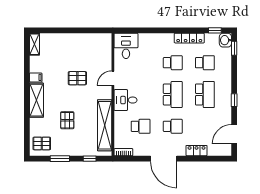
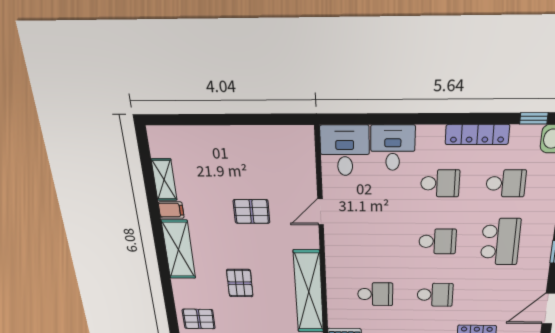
shelving: (34, 44) -> (164, 180), moved
school desk: (173, 94) -> (437, 241), width x0.54
desk: (126, 100) -> (393, 148), moved, turned 90

